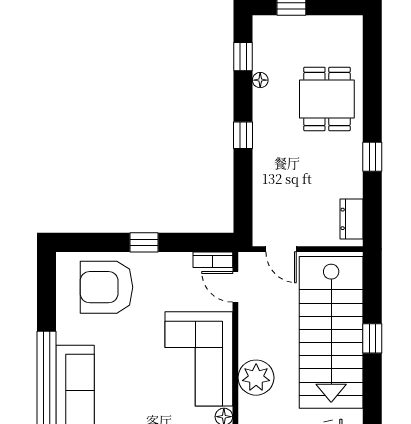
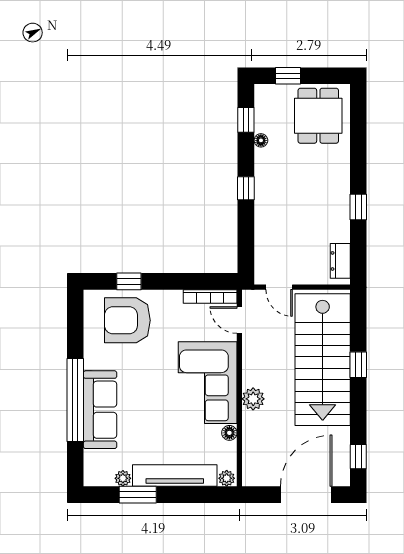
dining table: (327, 99) -> (318, 116), moved
window: (144, 242) -> (129, 281), moved
bookcase: (213, 260) -> (210, 297), width x1.56
plant: (256, 378) -> (253, 399), width x0.73, depth x0.73

